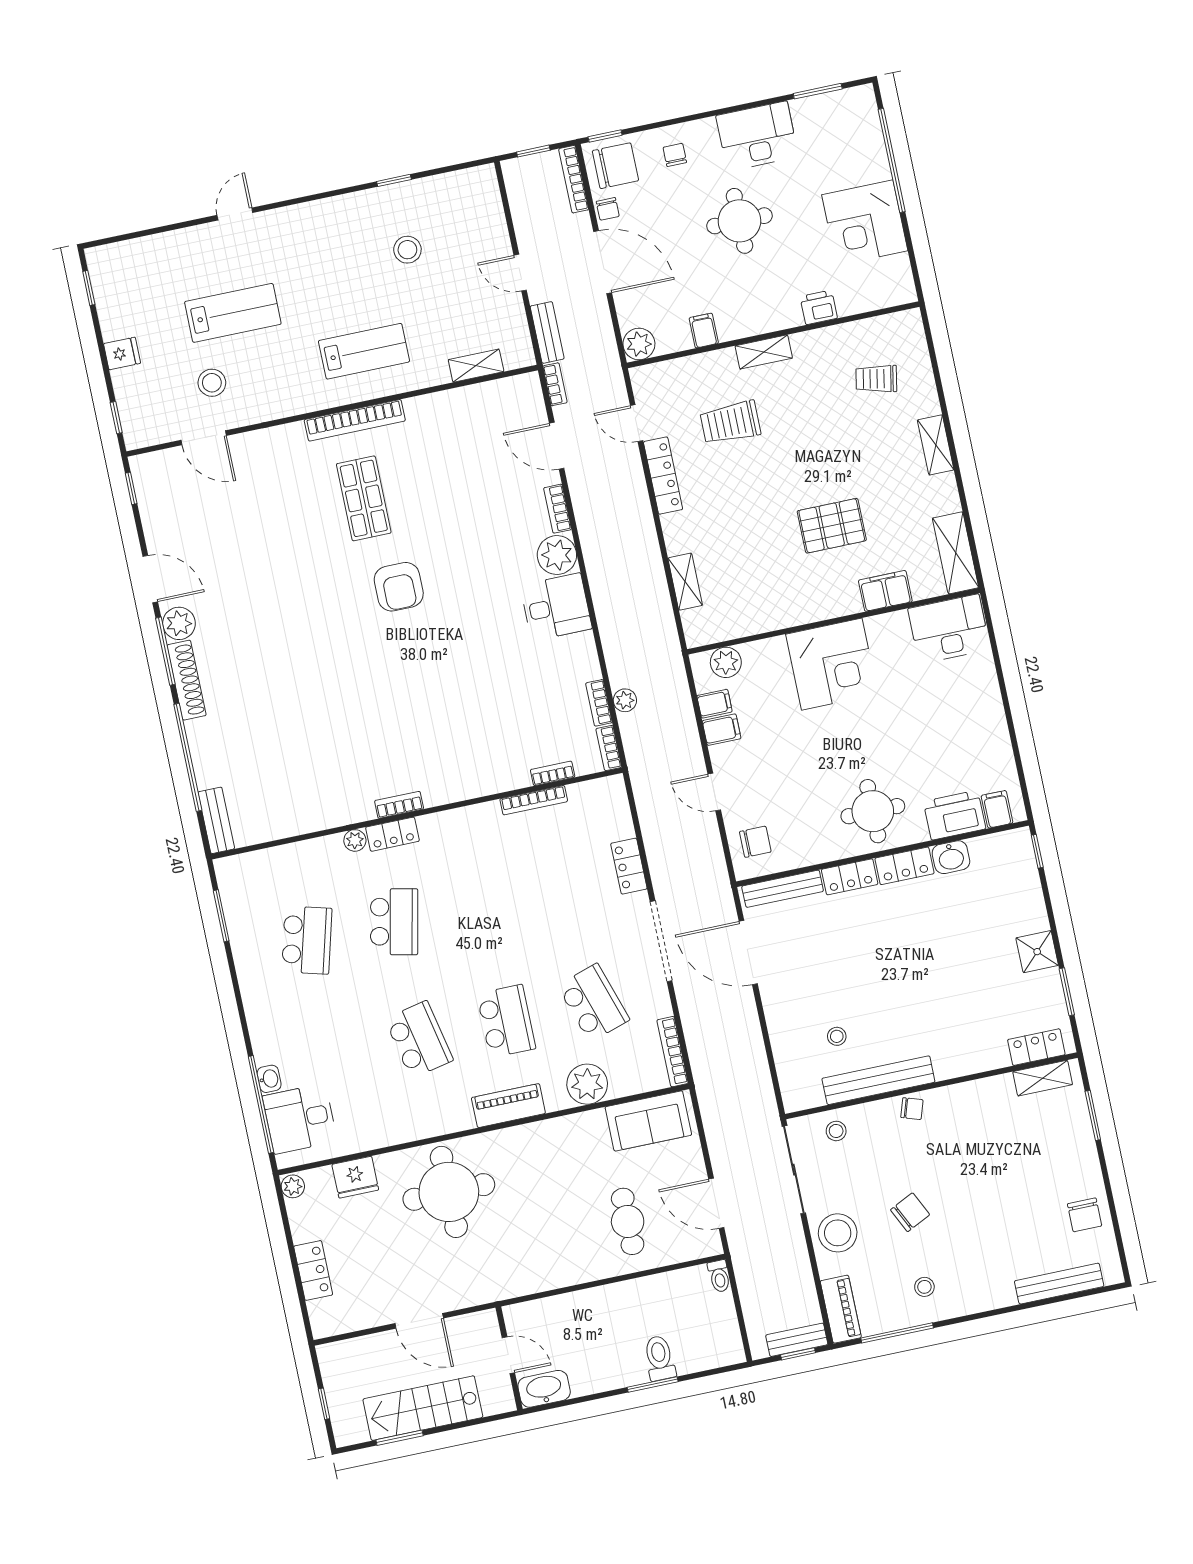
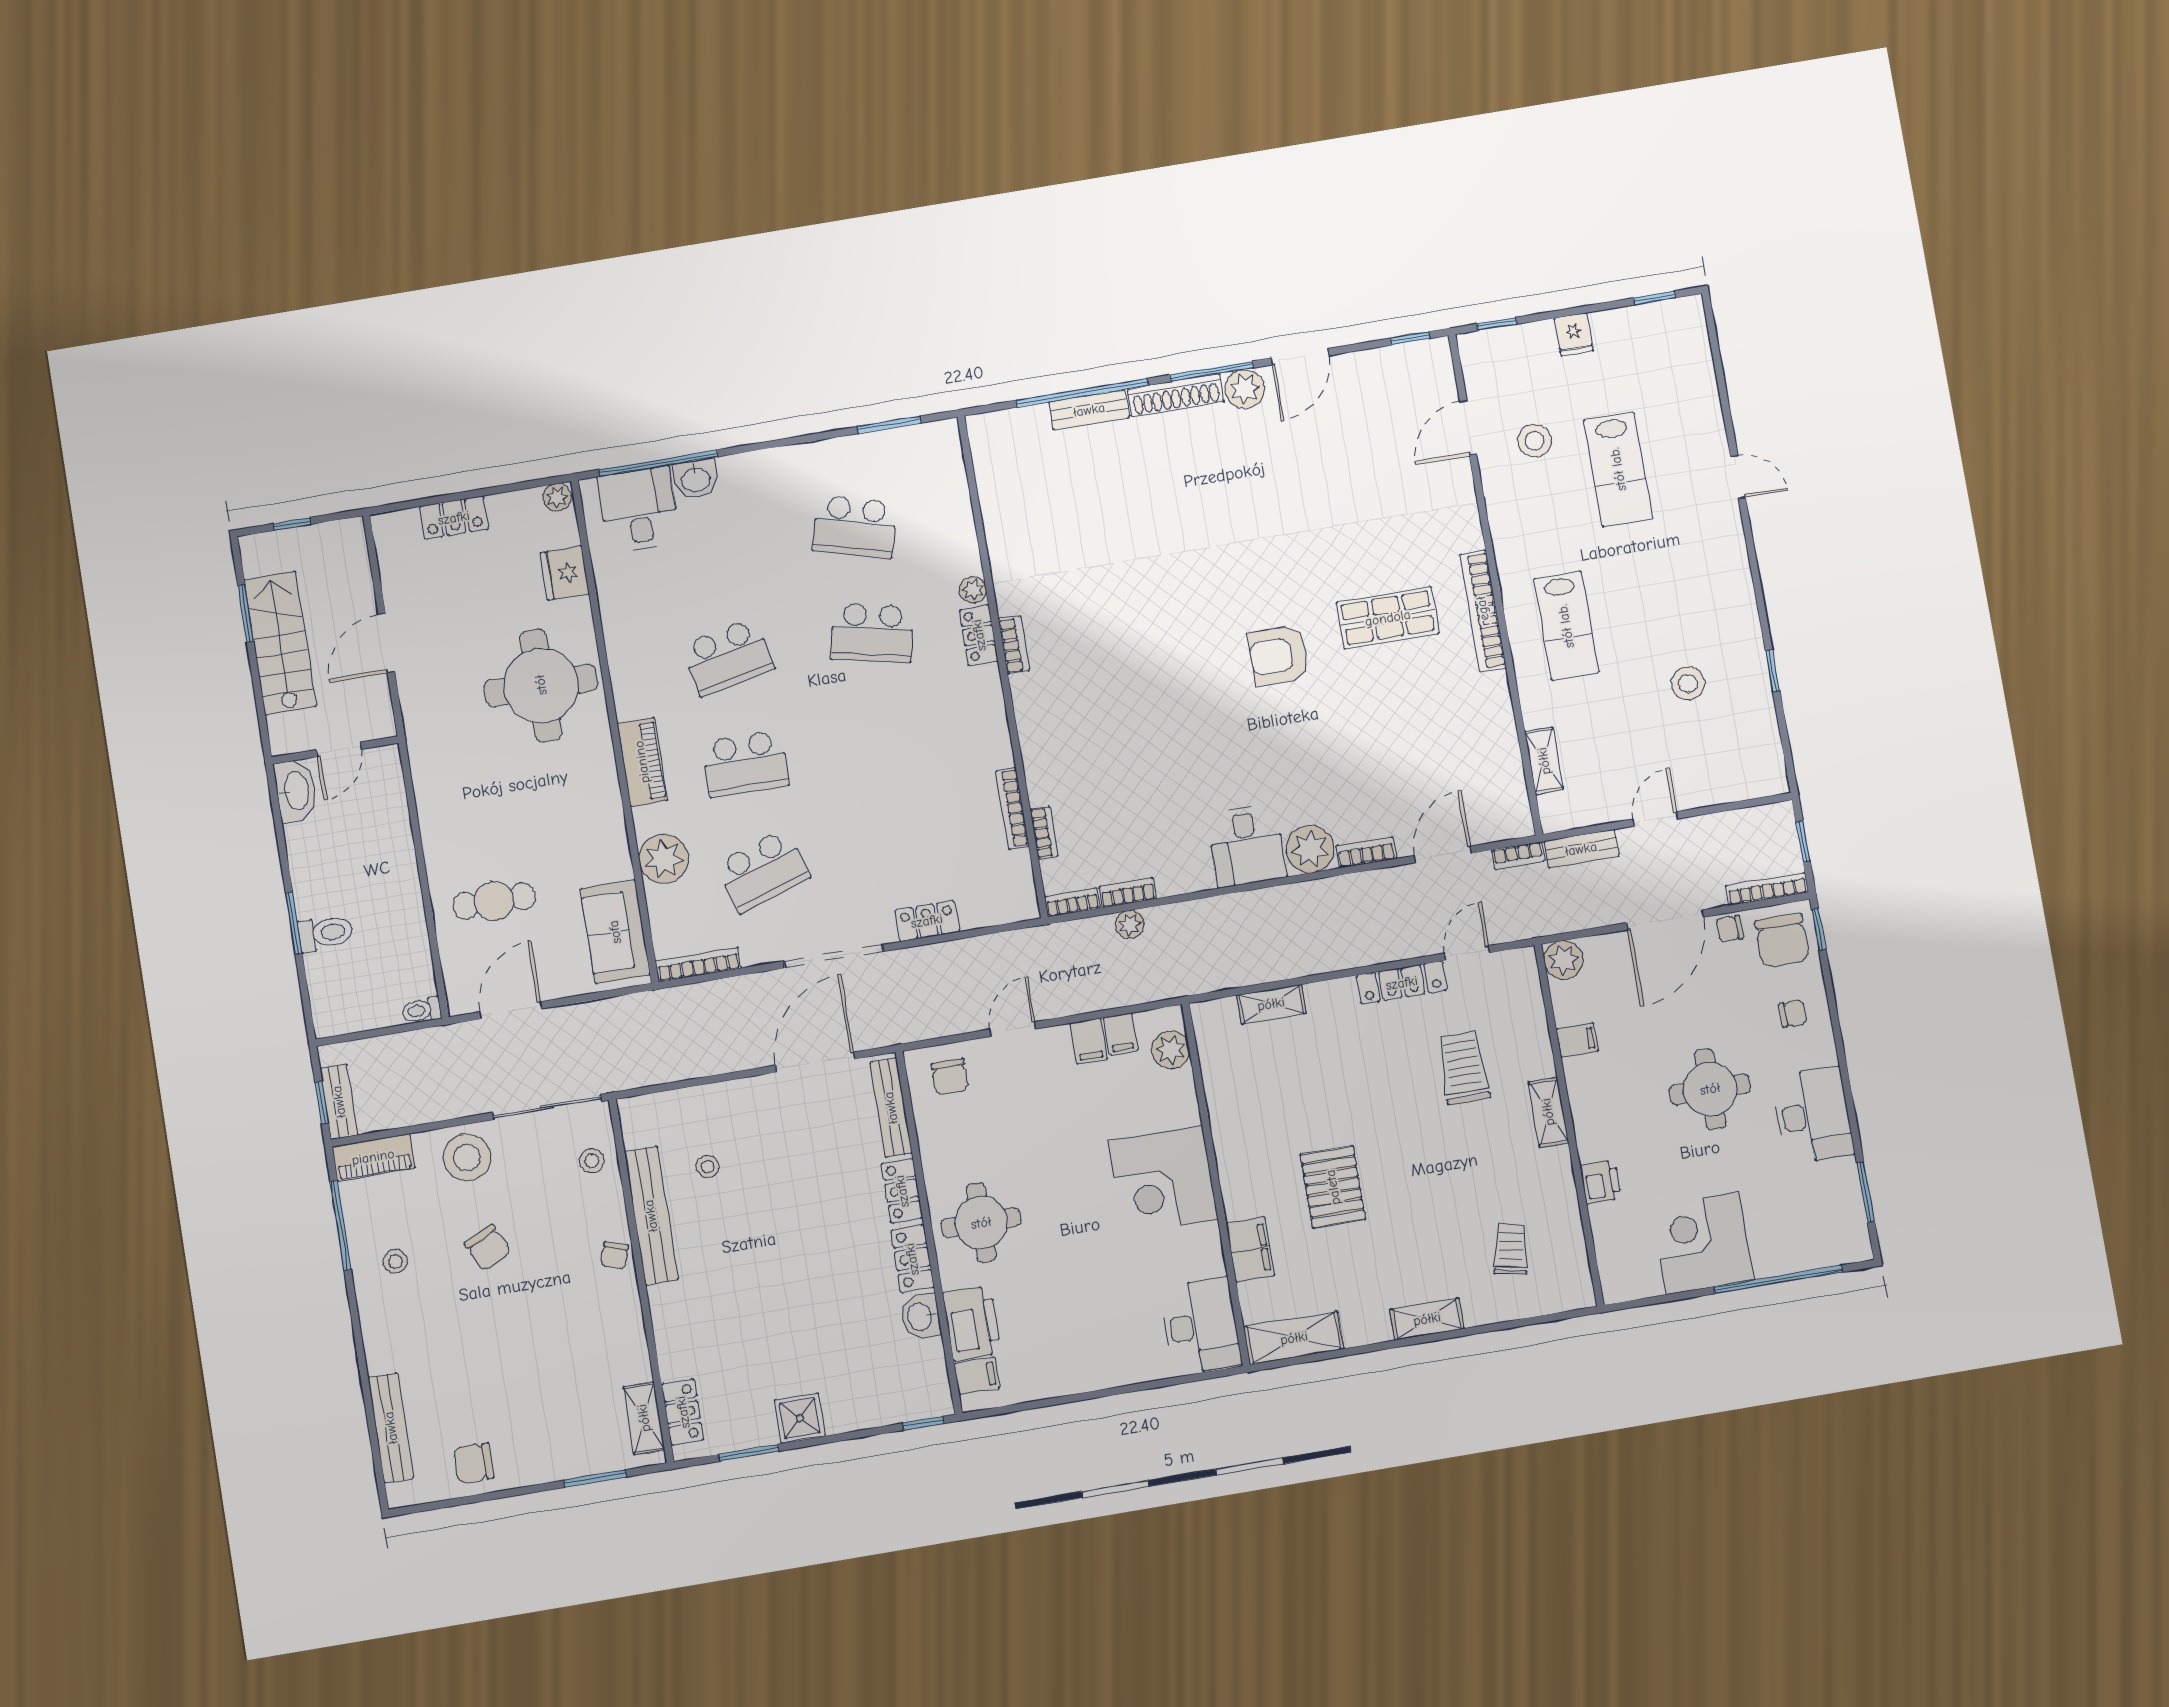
bench: (216, 820) -> (1089, 410), moved
washbasin: (269, 1079) -> (696, 479), width x1.38, depth x1.45

